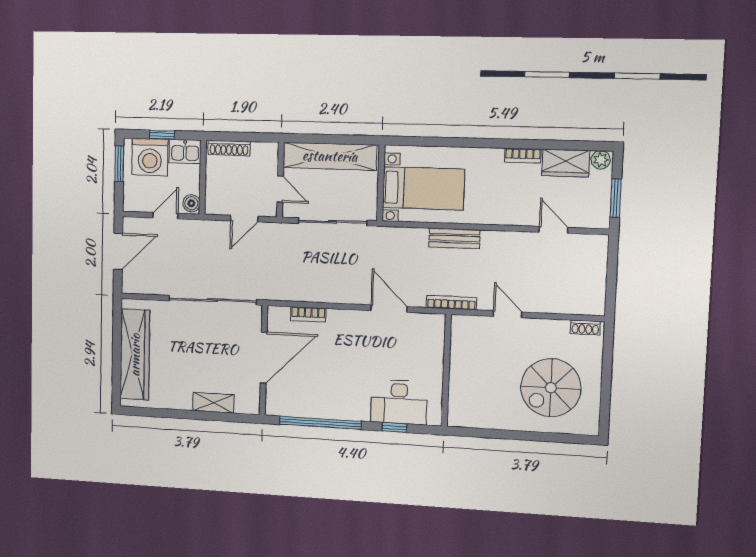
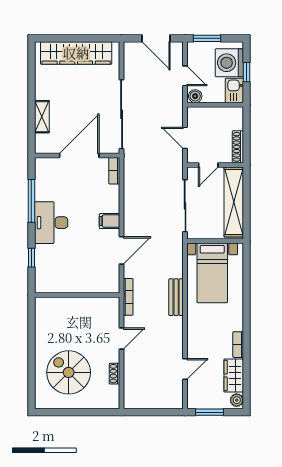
shoe rack: (229, 148) -> (238, 147), moved
window: (119, 164) -> (207, 38), moved
bookcase: (308, 314) -> (114, 171), moved
filing cabinet: (350, 323) -> (110, 221), added
shoe rack: (585, 328) -> (115, 374), moved
door: (264, 358) -> (79, 155), swing flipped
desk: (399, 402) -> (51, 223), moved
window: (320, 423) -> (31, 201), width x0.68

